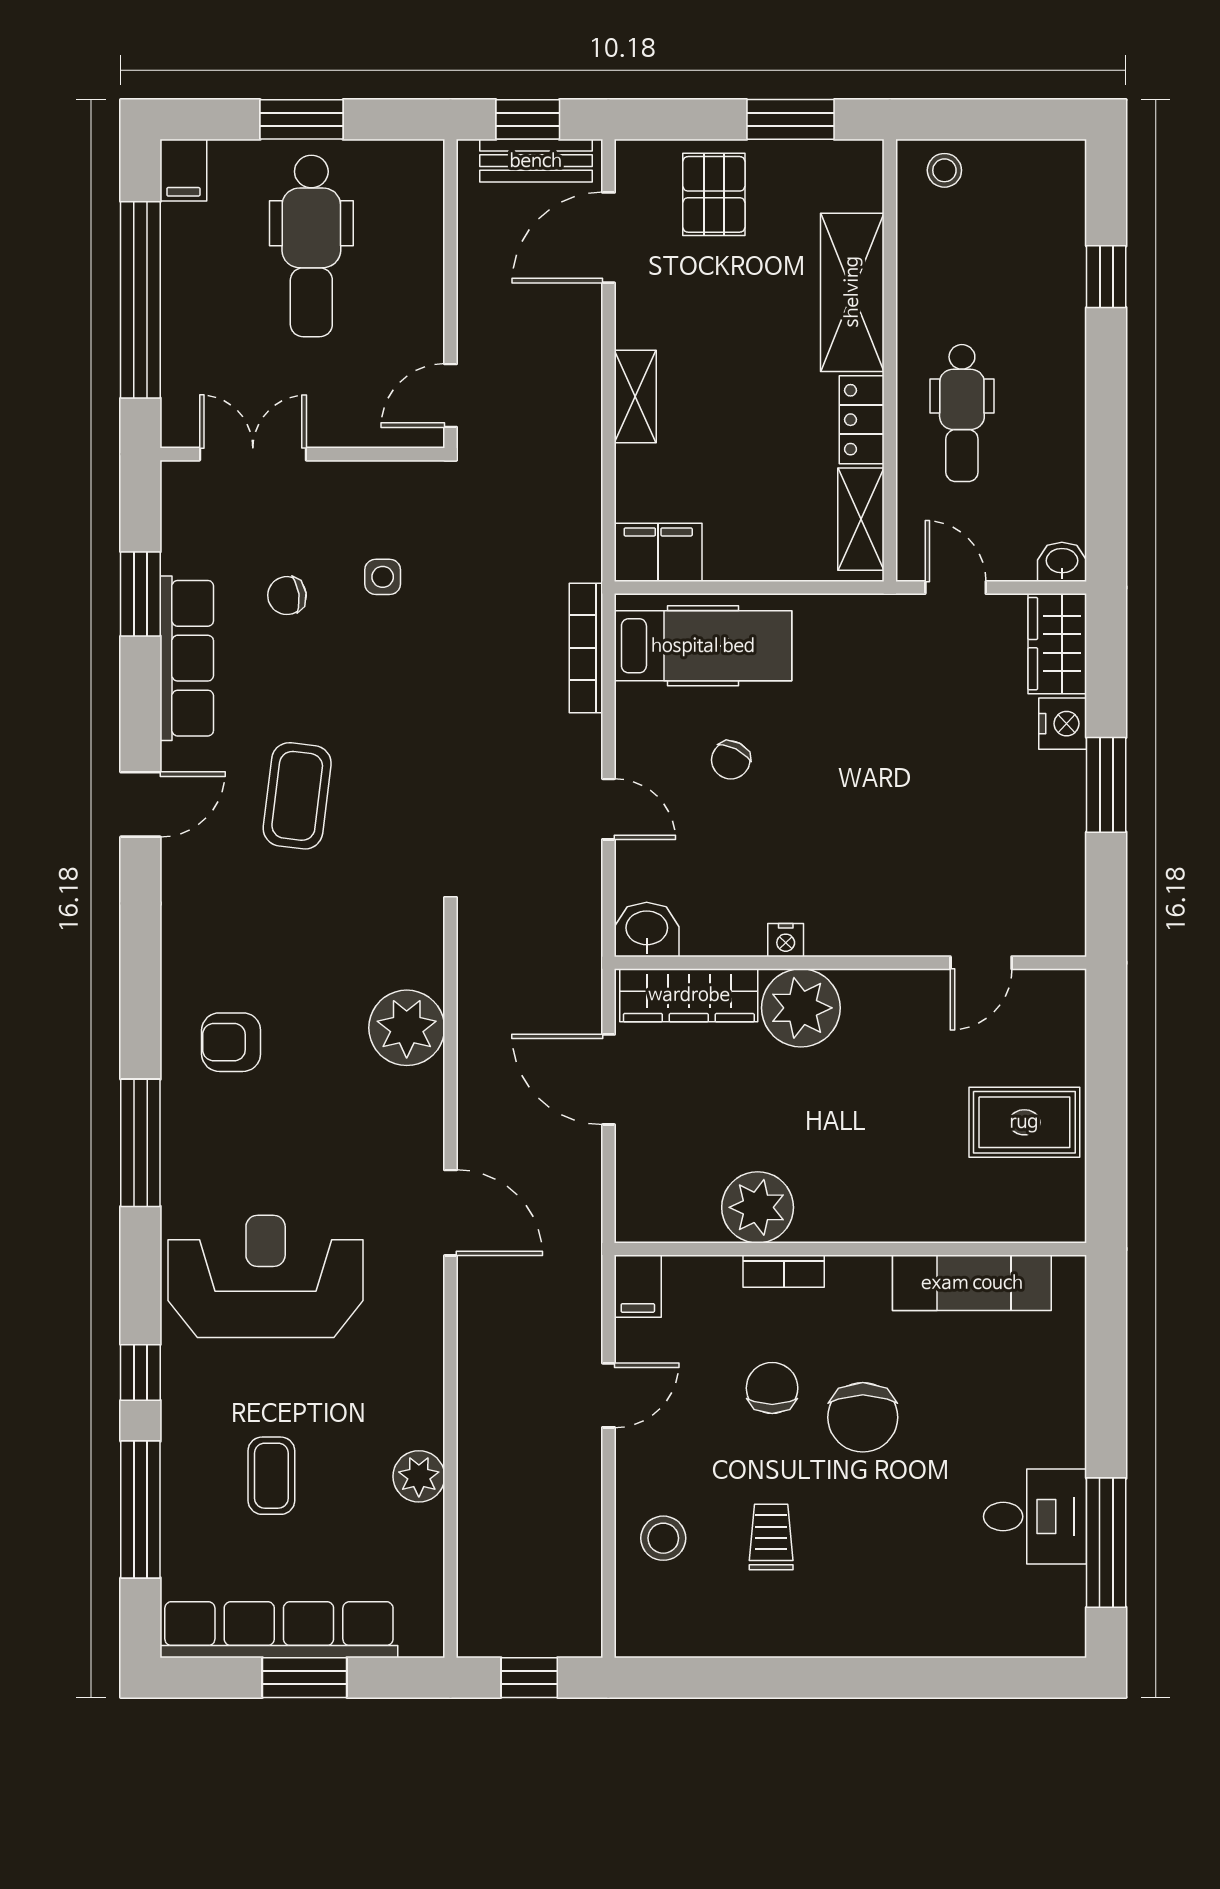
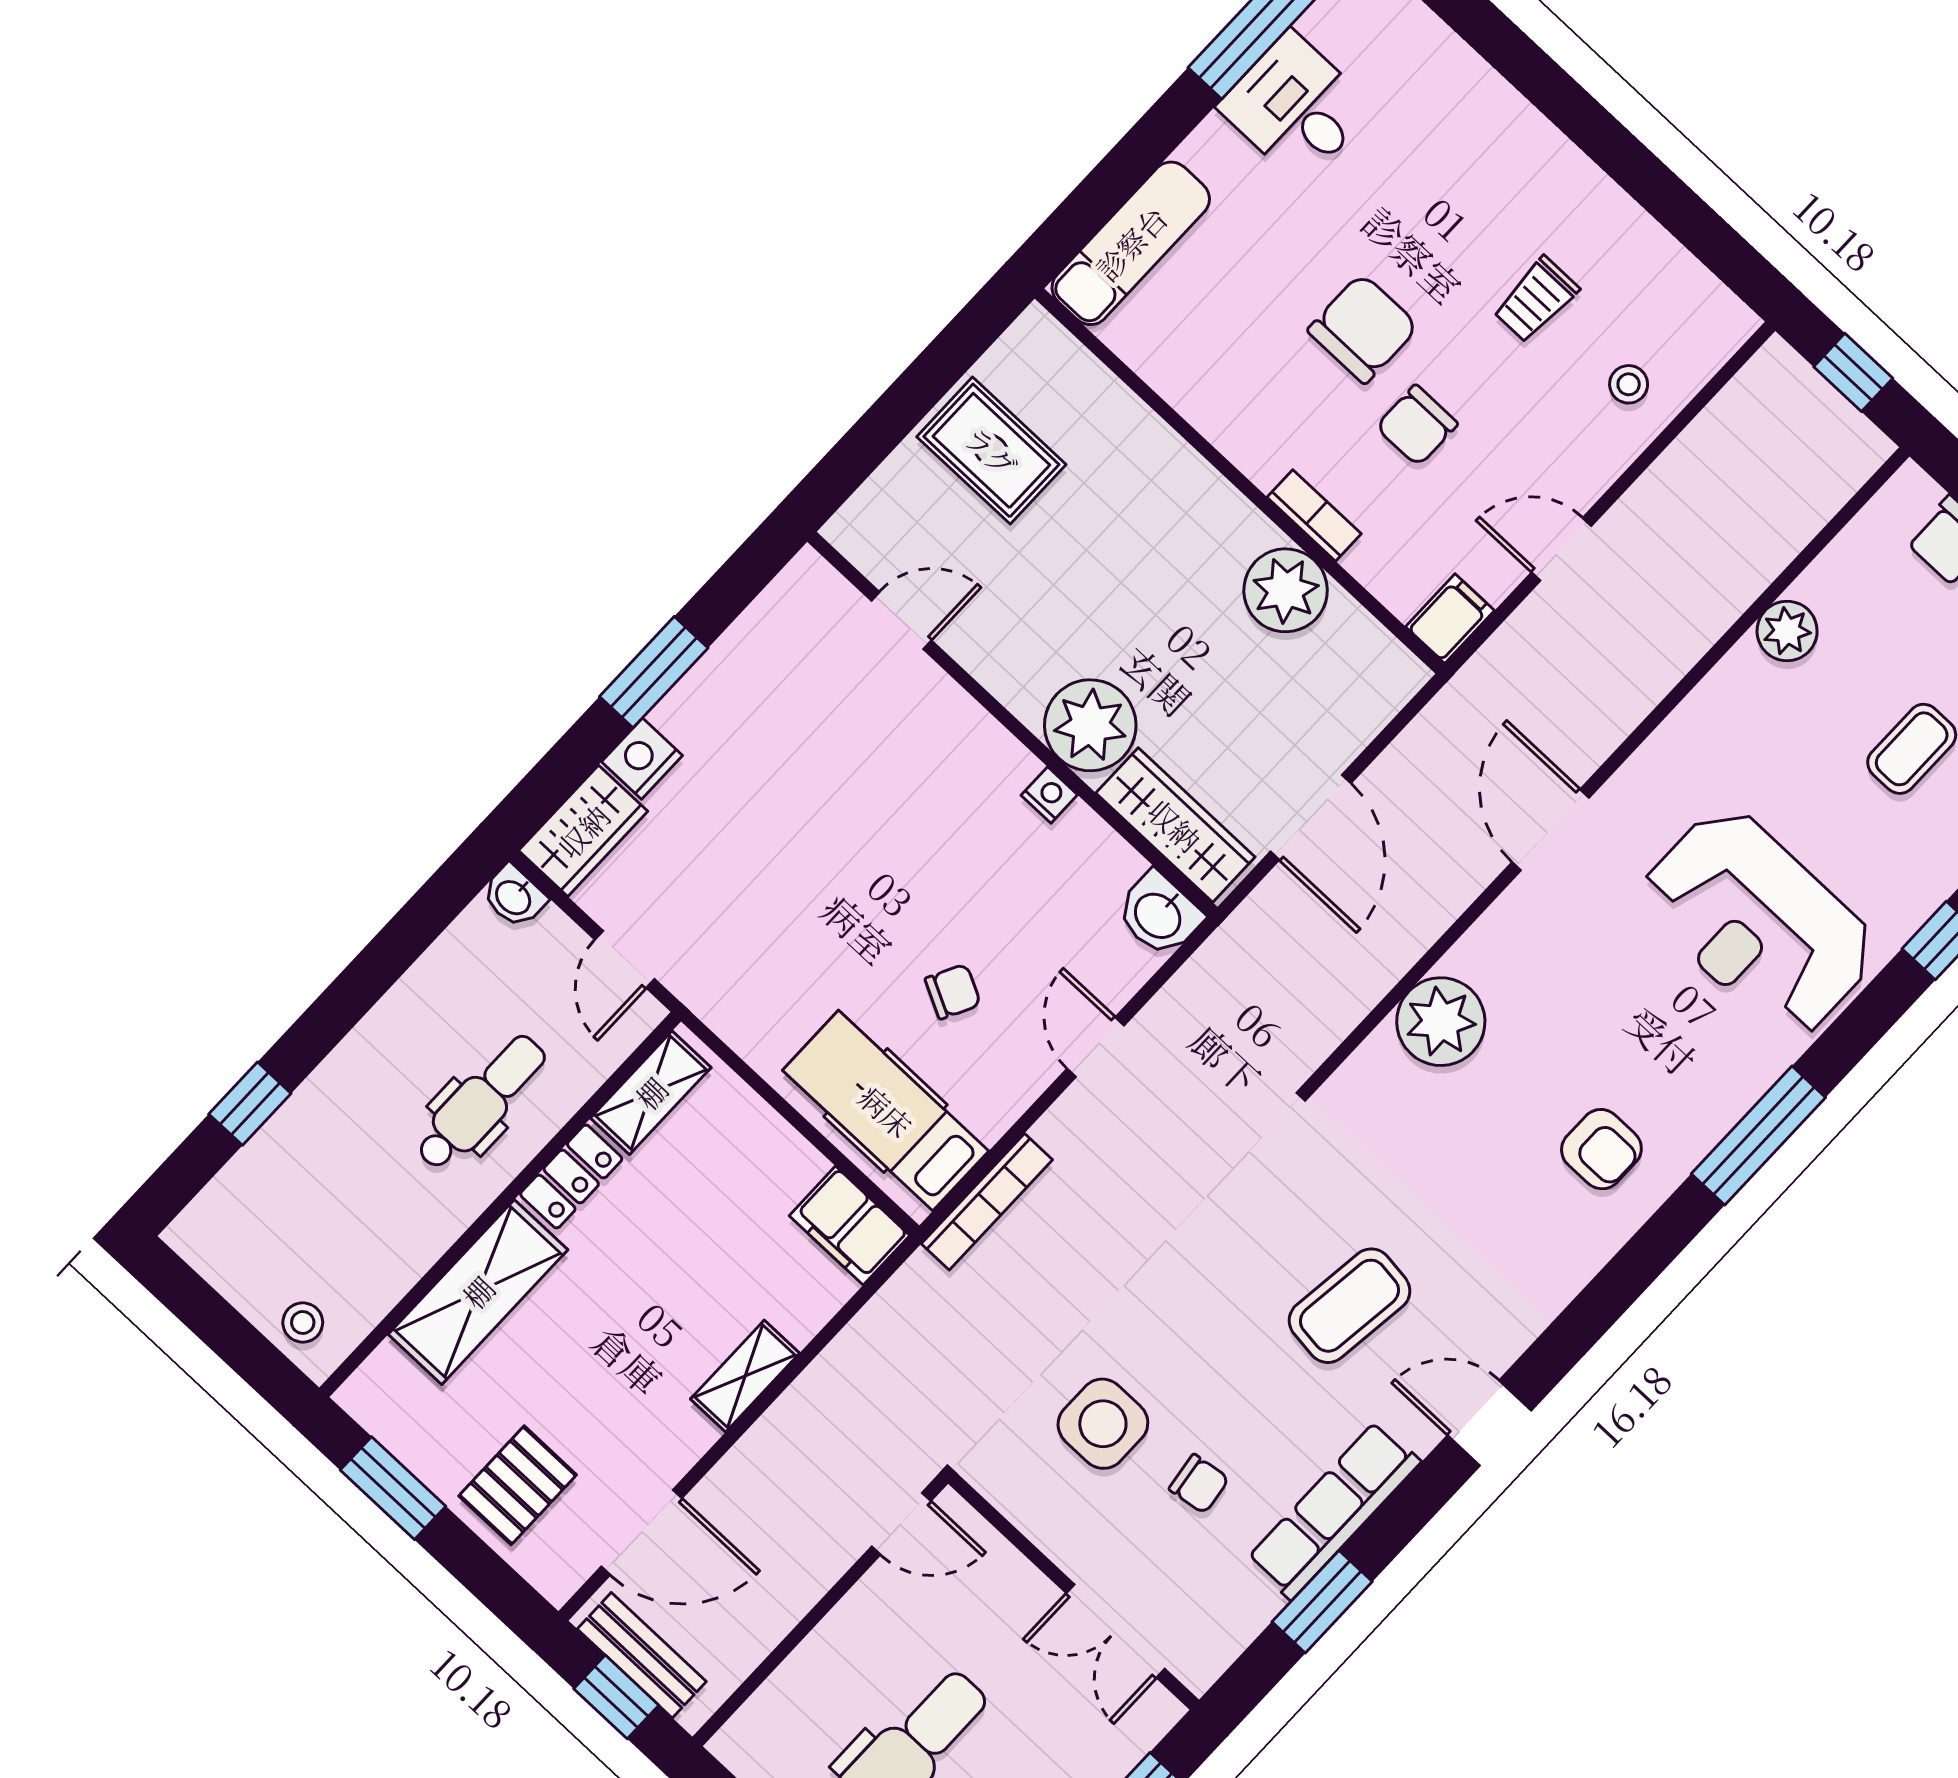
side table: (383, 577) -> (1103, 1424), width x1.87, depth x1.87
exam couch: (972, 1283) -> (1131, 243), moved, turned 90
stool: (663, 1538) -> (1629, 384), width x0.73, depth x0.73

